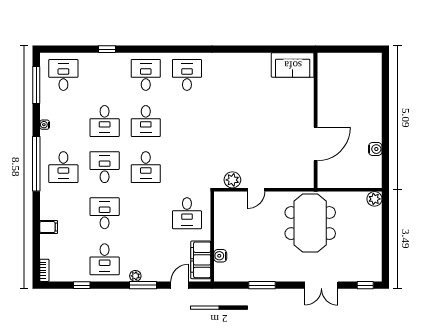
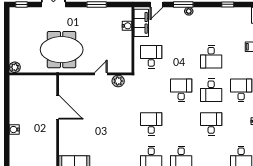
desk: (146, 121) -> (151, 124), moved
door: (316, 144) -> (58, 107), swing flipped
water cooler: (375, 149) -> (14, 130), moved
meeting table: (310, 223) -> (62, 50), turned 90
desk: (105, 259) -> (211, 23), removed

